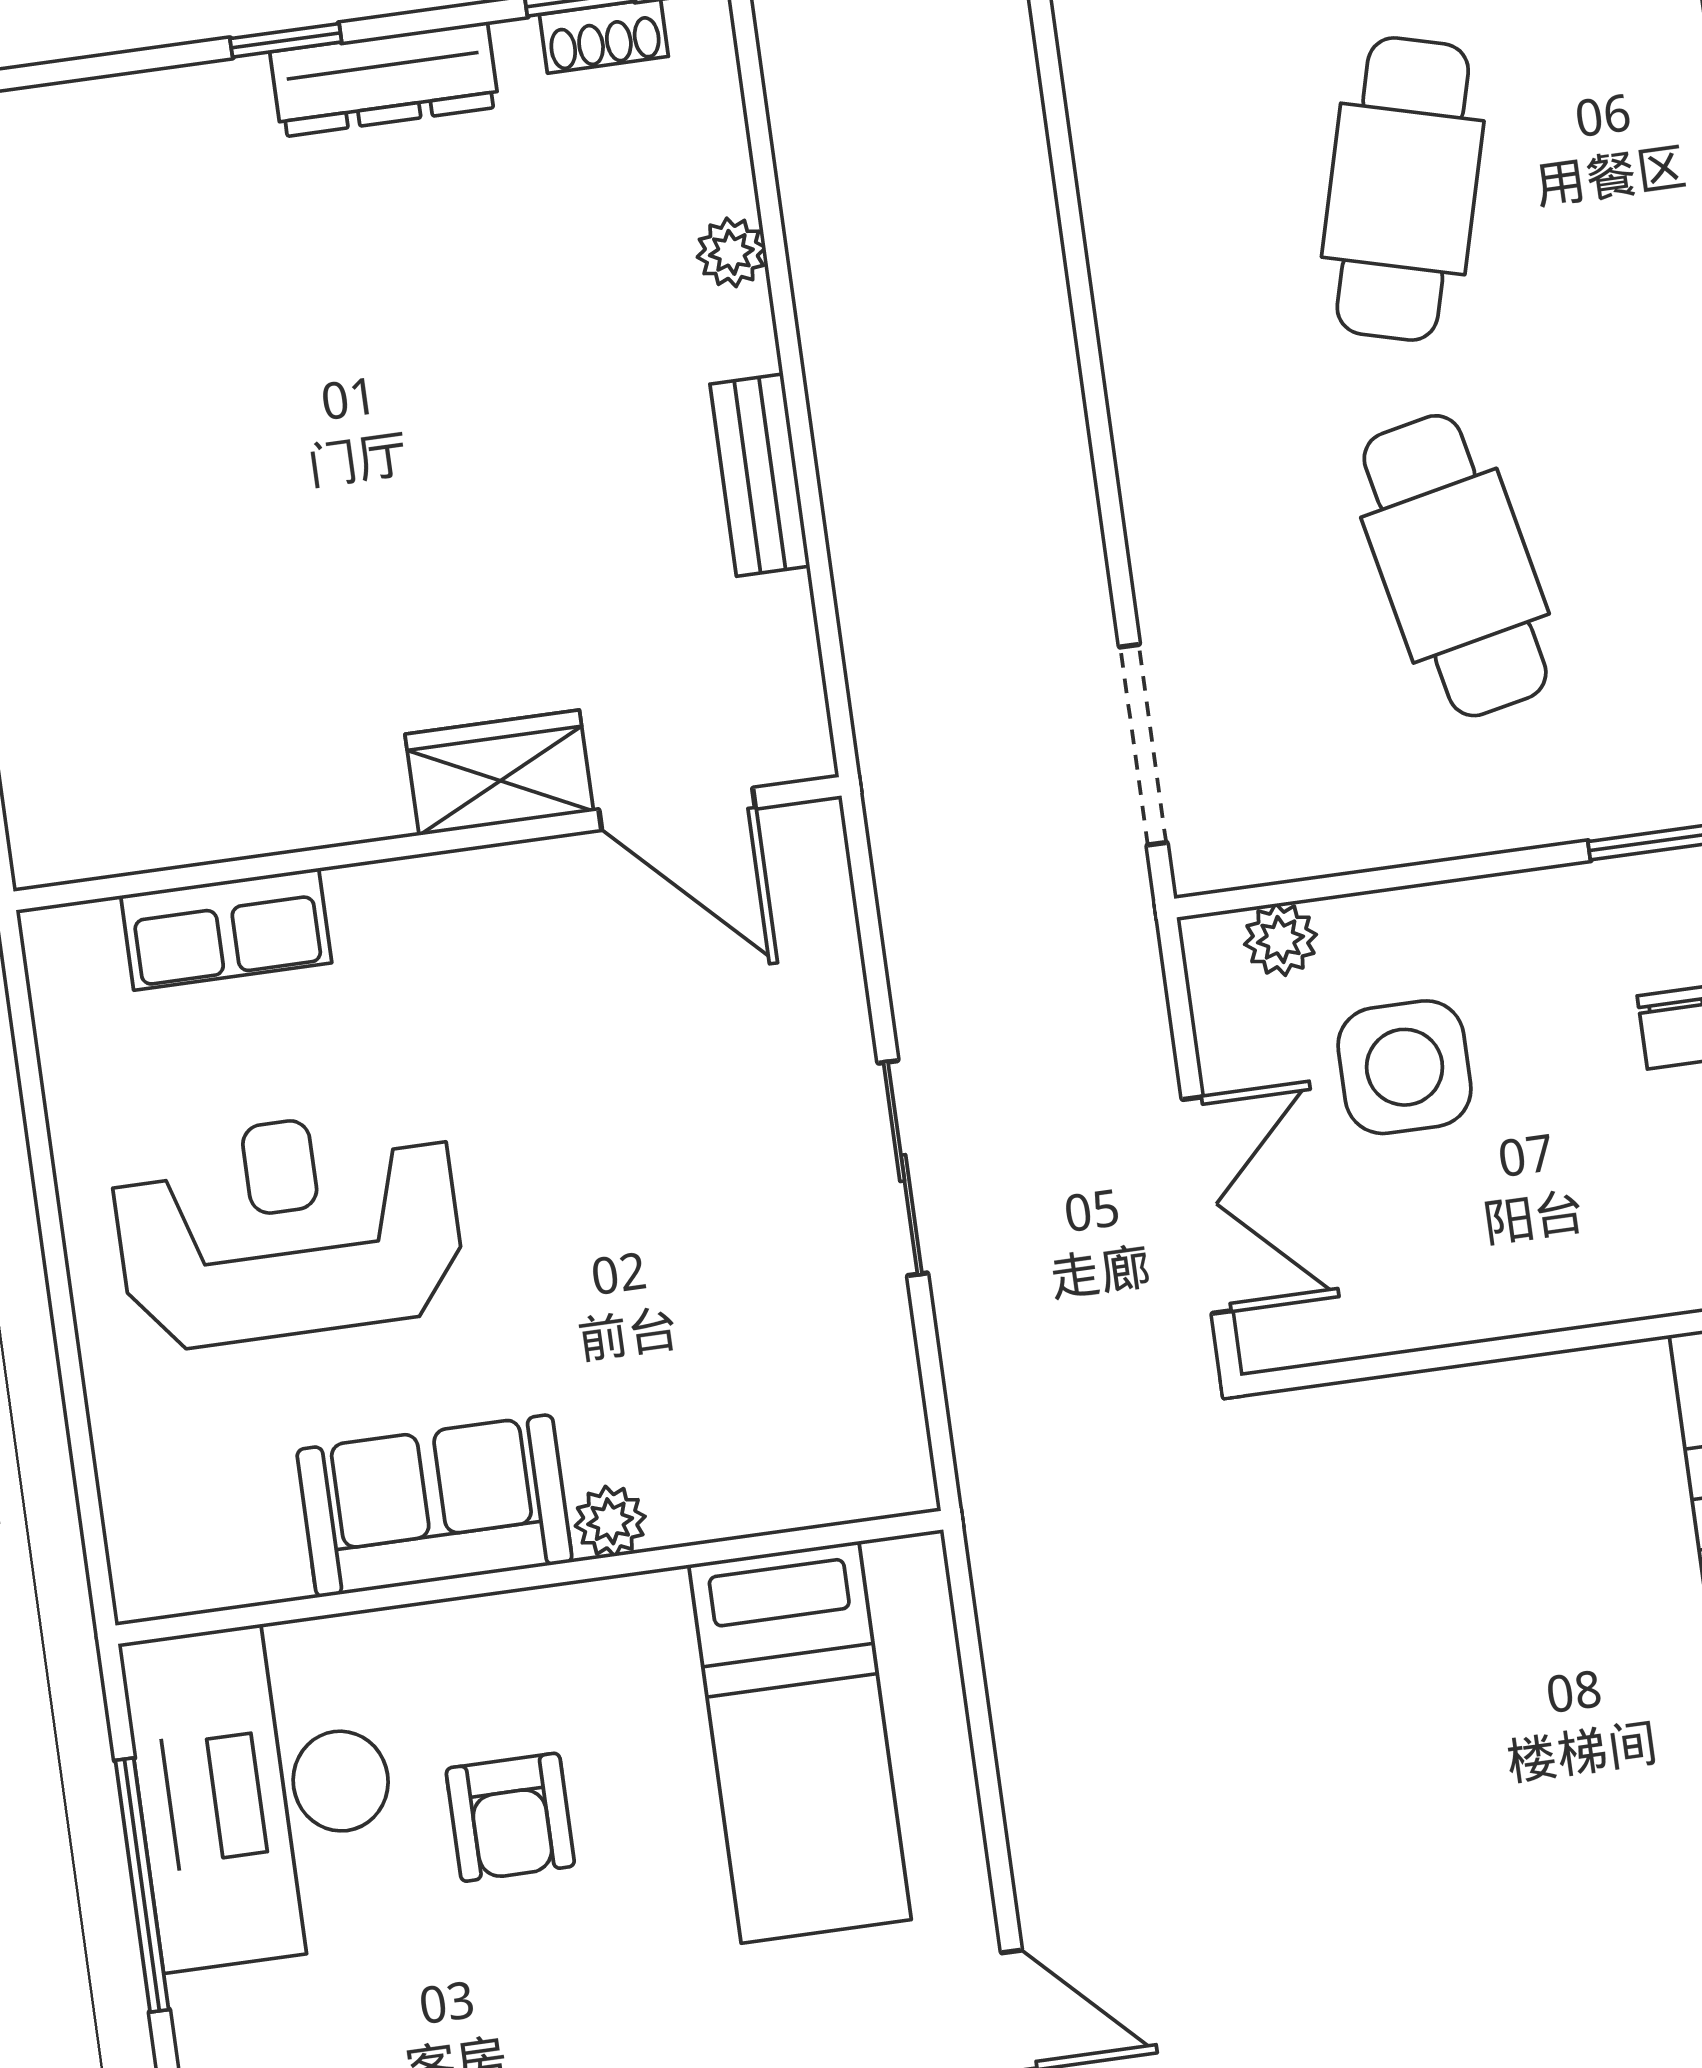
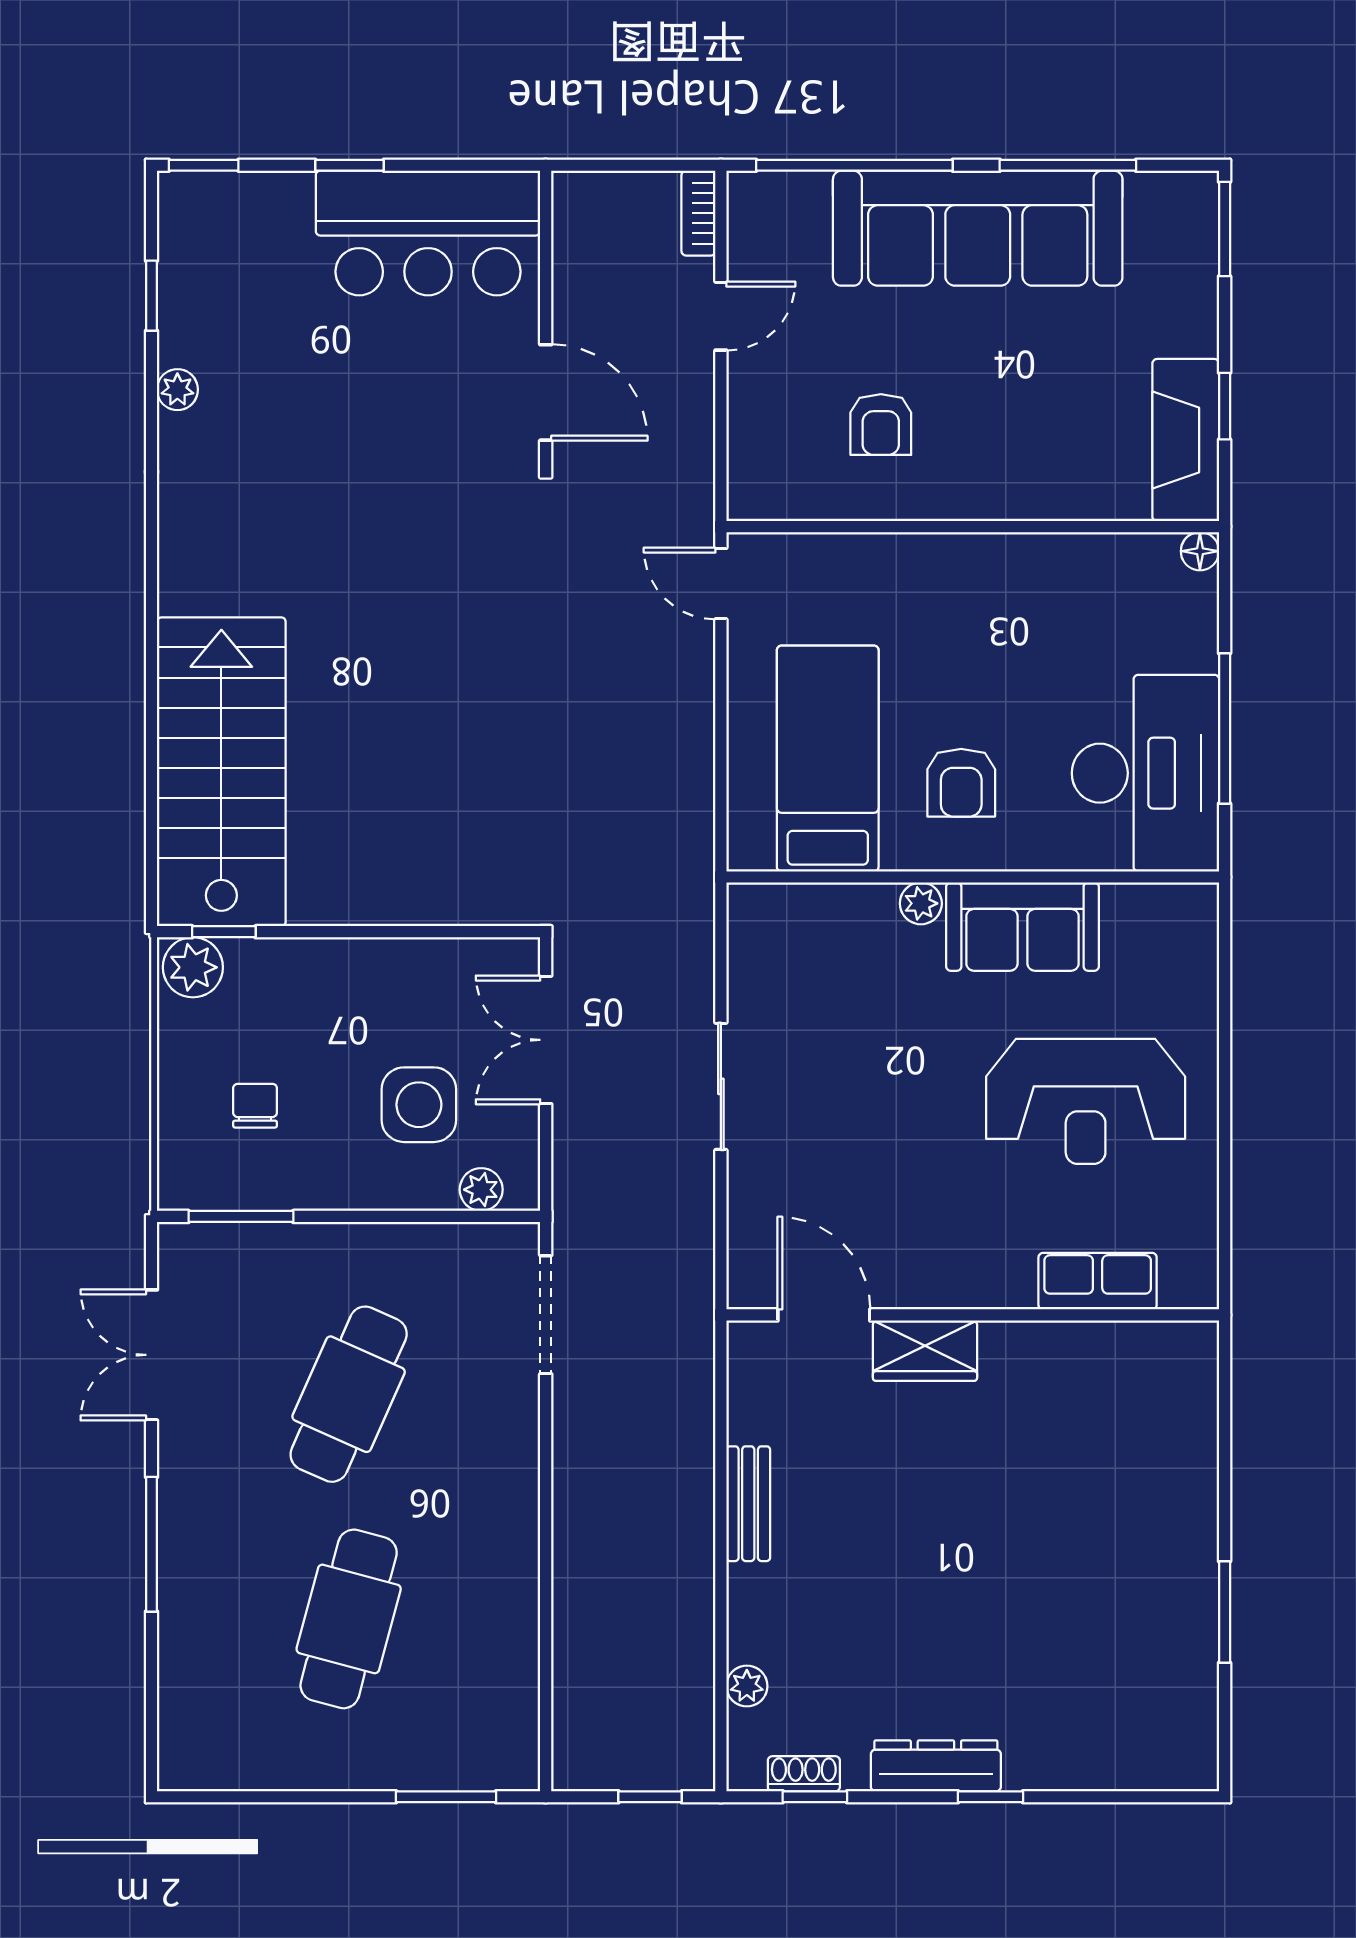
plant: (731, 252) -> (747, 1686), moved
cafe table: (1455, 566) -> (349, 1394), turned 36
armchair: (510, 1817) -> (961, 783), moved, turned 180

